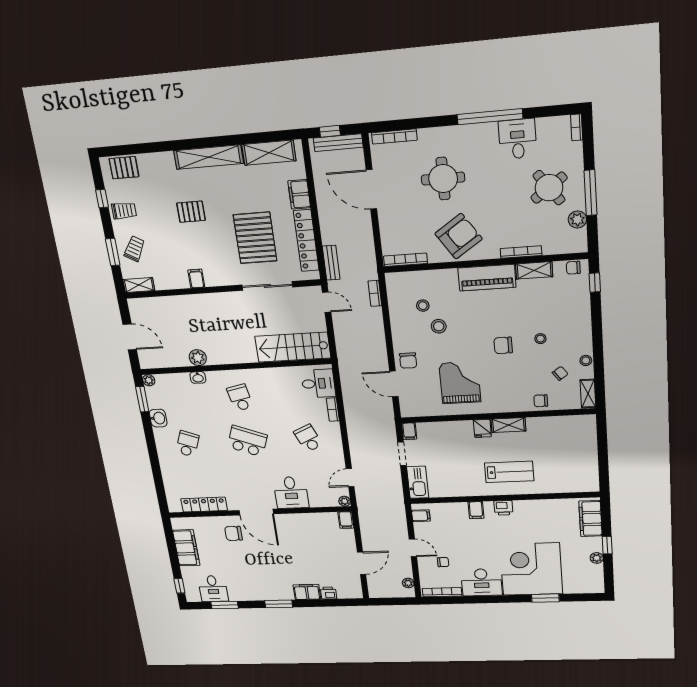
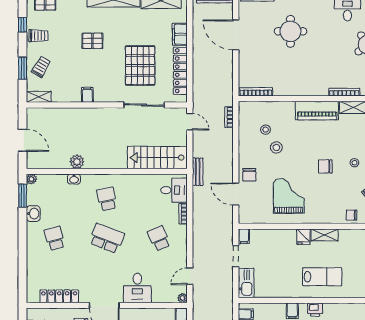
armchair: (459, 236) -> (298, 76), removed
bench: (331, 263) -> (198, 172), moved
school desk: (188, 444) -> (55, 238), turned -36

